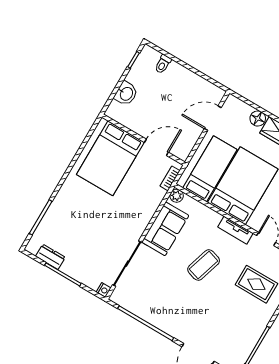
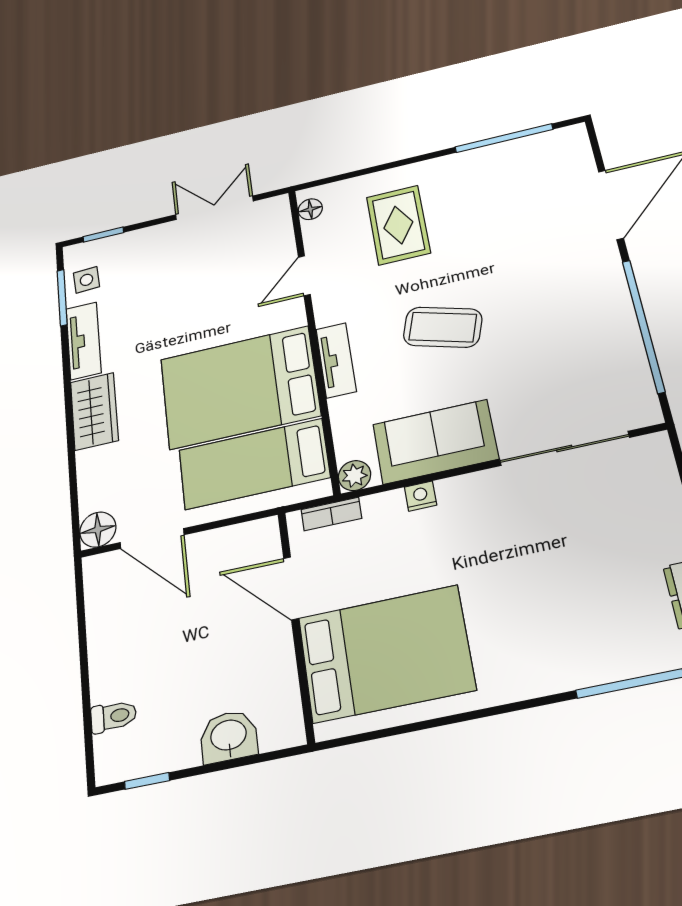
floor lamp: (258, 119) -> (98, 530), moved
tv unit: (235, 230) -> (336, 360), moved
nightstand: (104, 290) -> (421, 496), moved

